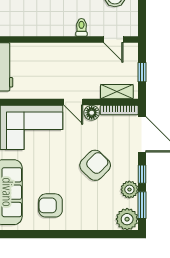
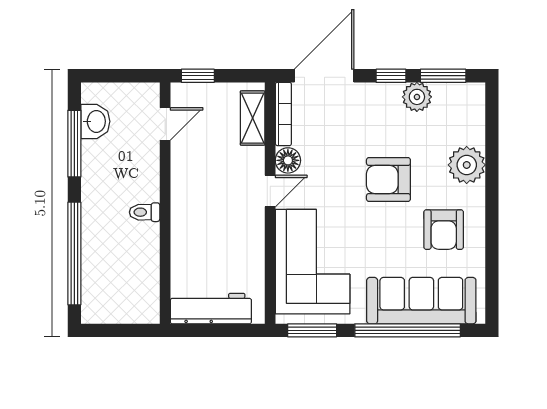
toilet: (81, 27) -> (145, 212), moved
window: (142, 72) -> (198, 76), moved
armchair: (95, 165) -> (388, 180), moved, turned -44
plant: (127, 219) -> (467, 165), moved

